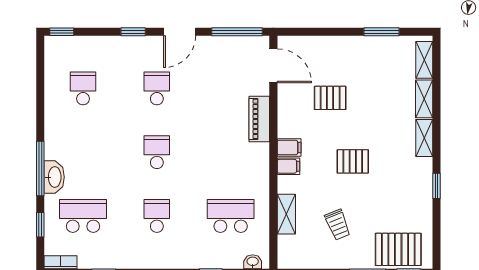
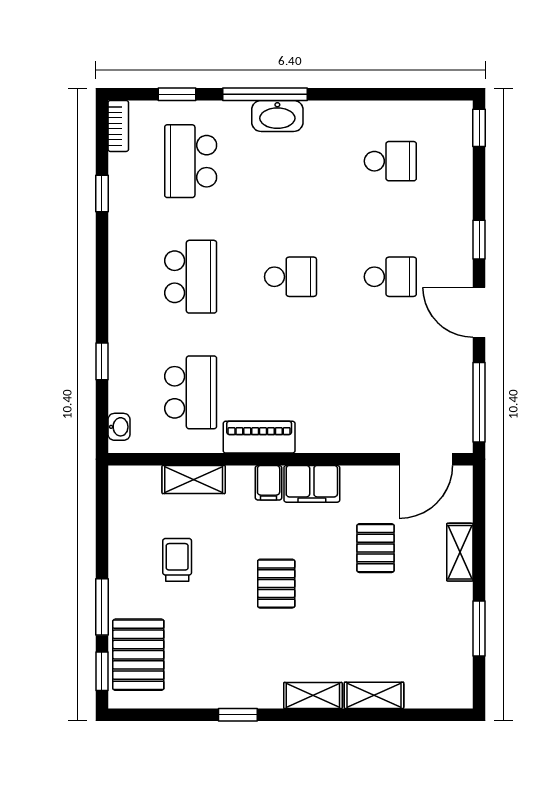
shelving: (424, 60) -> (460, 552), moved, turned 90
piano: (259, 119) -> (259, 437), moved
filing cabinet: (289, 147) -> (312, 484), width x2.00
washbasin: (54, 177) -> (277, 116), moved
school desk: (83, 216) -> (191, 161), turned 180
school desk: (157, 216) -> (191, 277), width x1.85
trolley: (338, 225) -> (177, 560), turned 112

